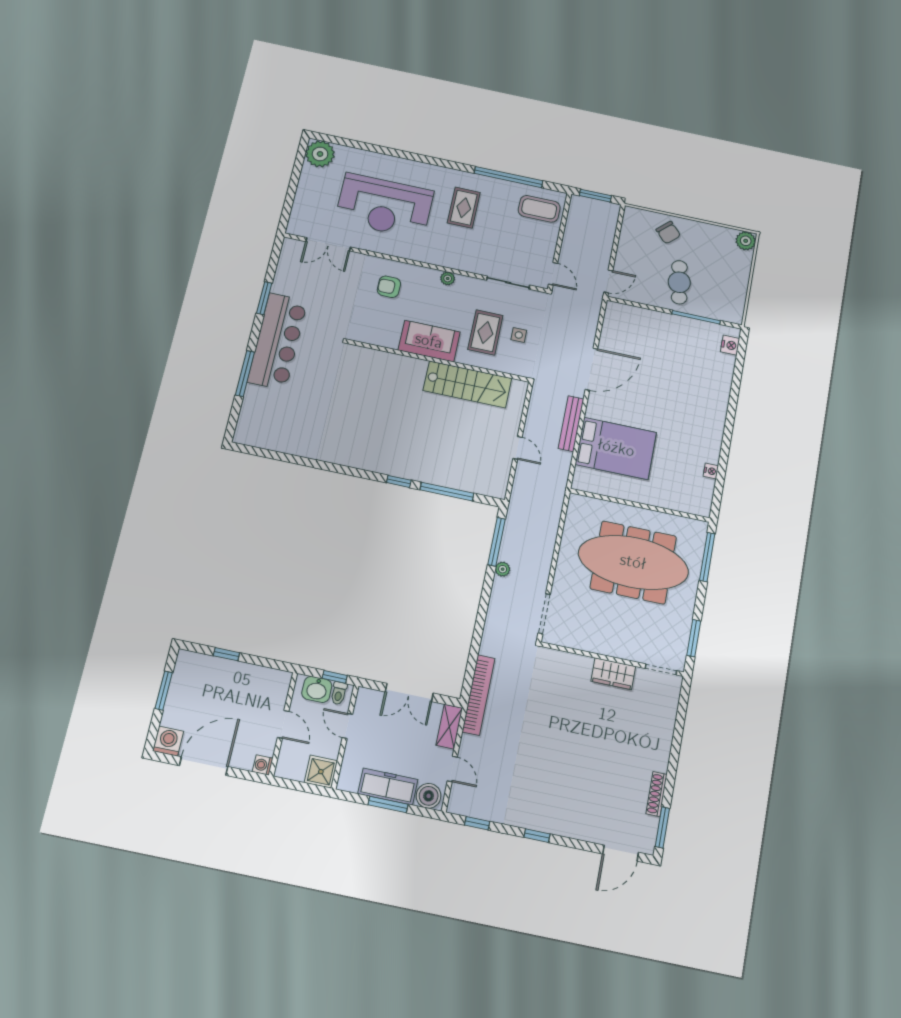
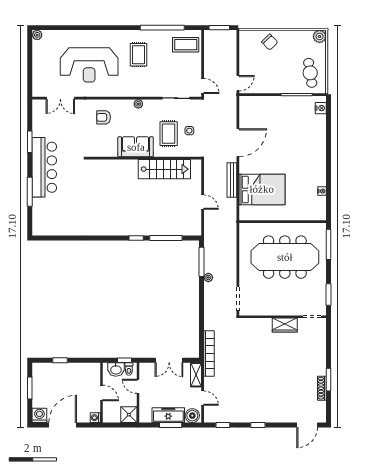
plant: (320, 154) -> (37, 35), width x0.53, depth x0.53
cafe table: (679, 282) -> (310, 73), moved
window: (662, 827) -> (328, 380), moved

